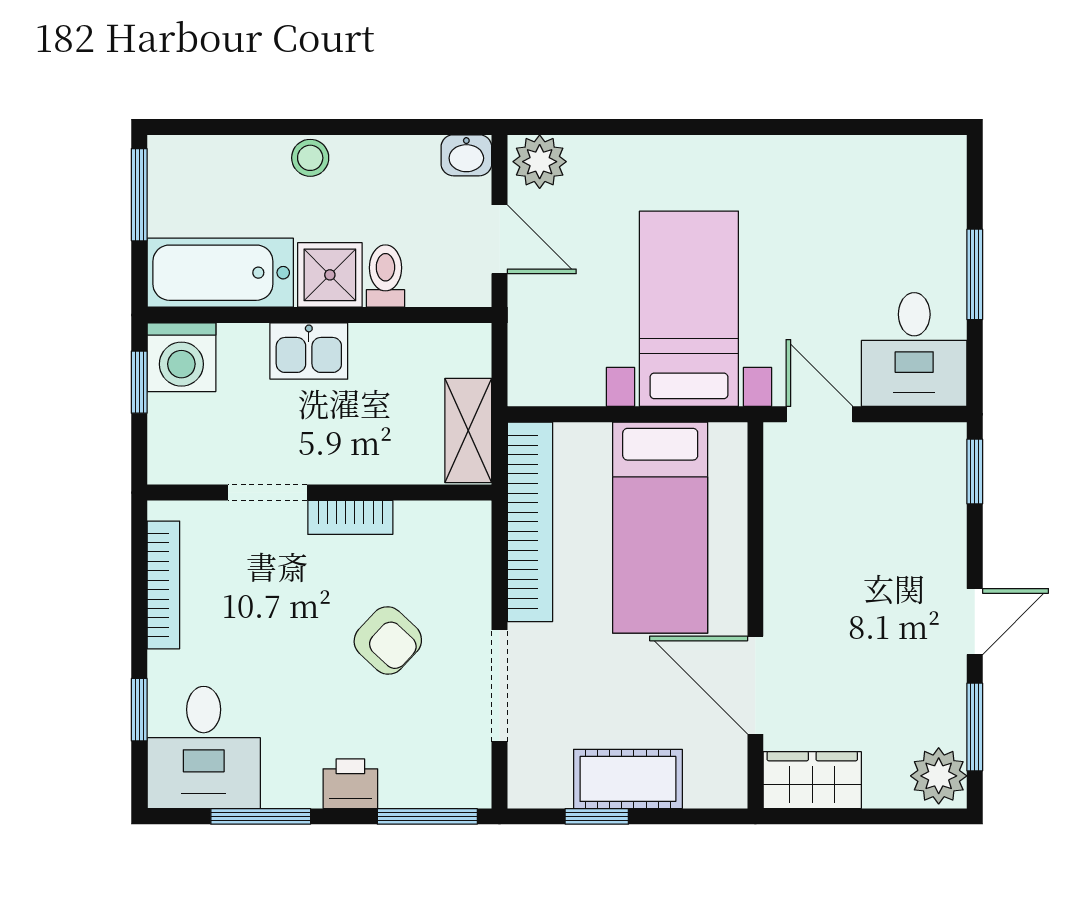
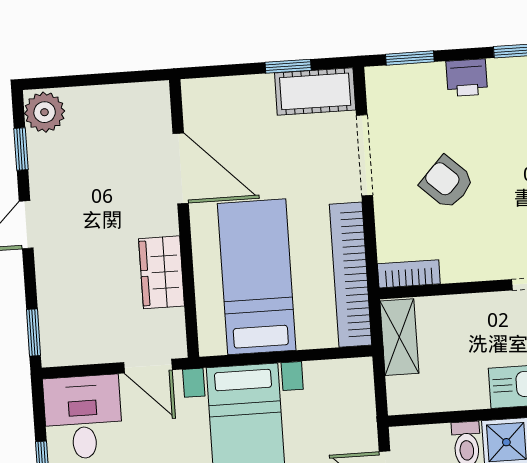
bookcase: (350, 517) -> (409, 274), moved
window: (975, 727) -> (21, 149), width x0.67
cot: (628, 779) -> (315, 91), moved
wardrobe: (812, 780) -> (162, 272), moved, turned 90
window: (427, 816) -> (410, 58), width x0.67

